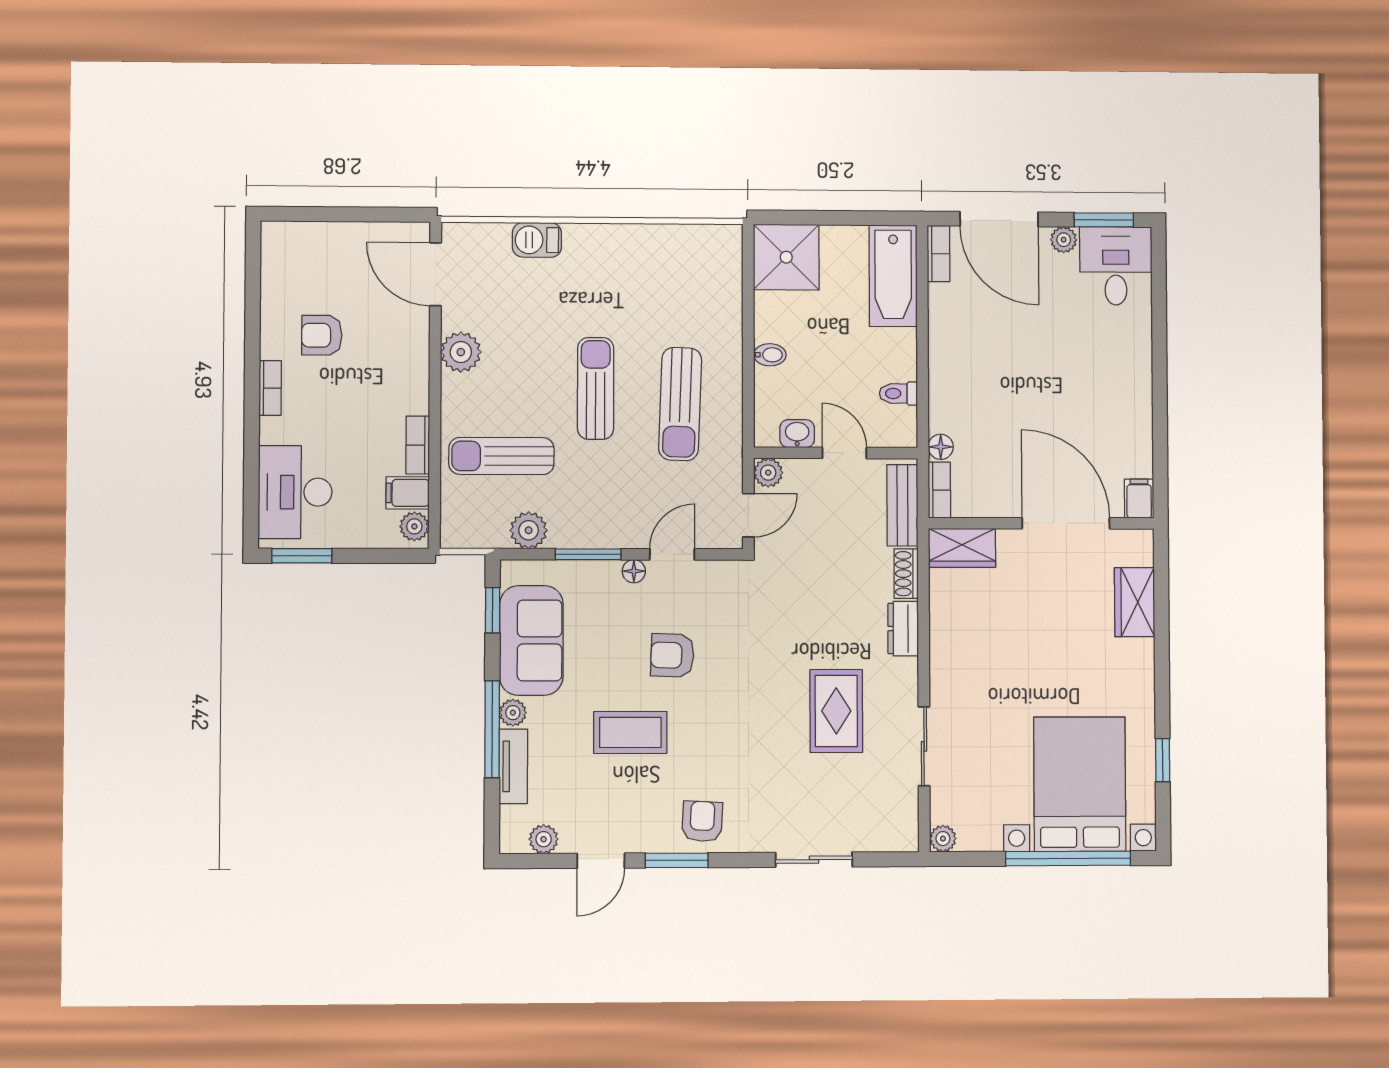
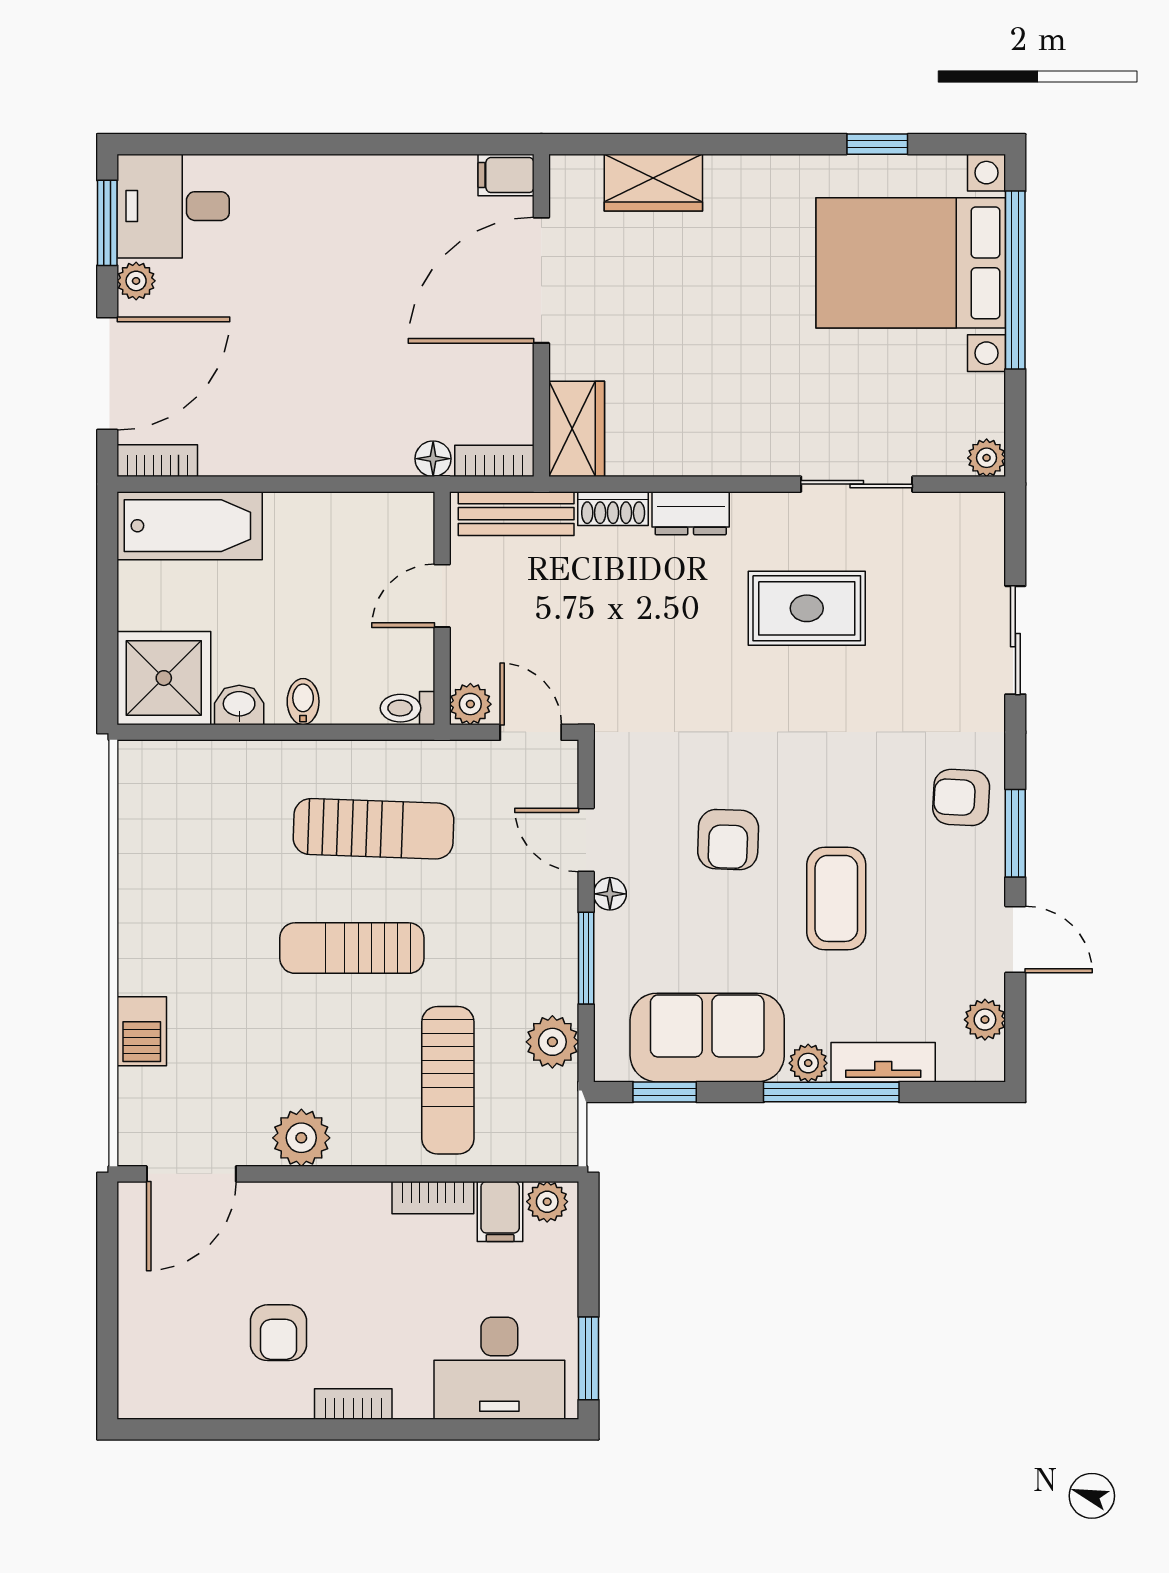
toilet: (898, 393) -> (408, 708), moved, turned 90
washbasin: (797, 434) -> (239, 705), moved, turned 90

